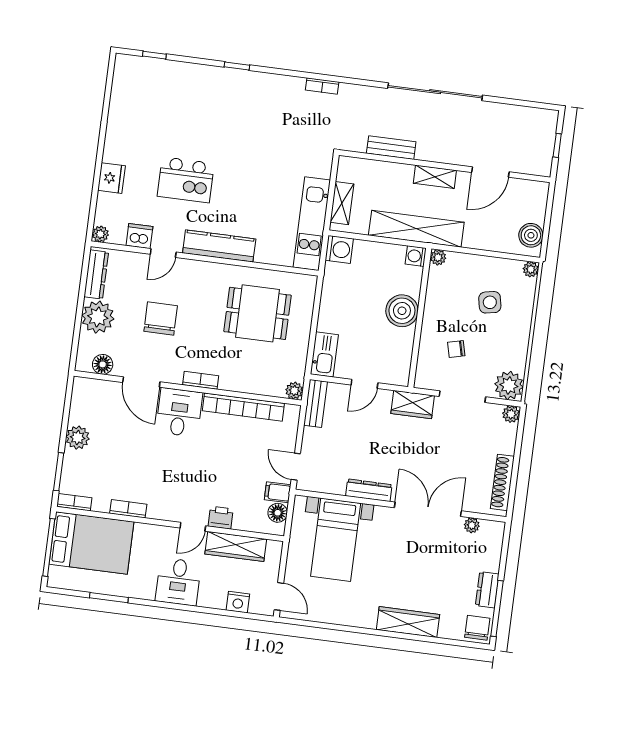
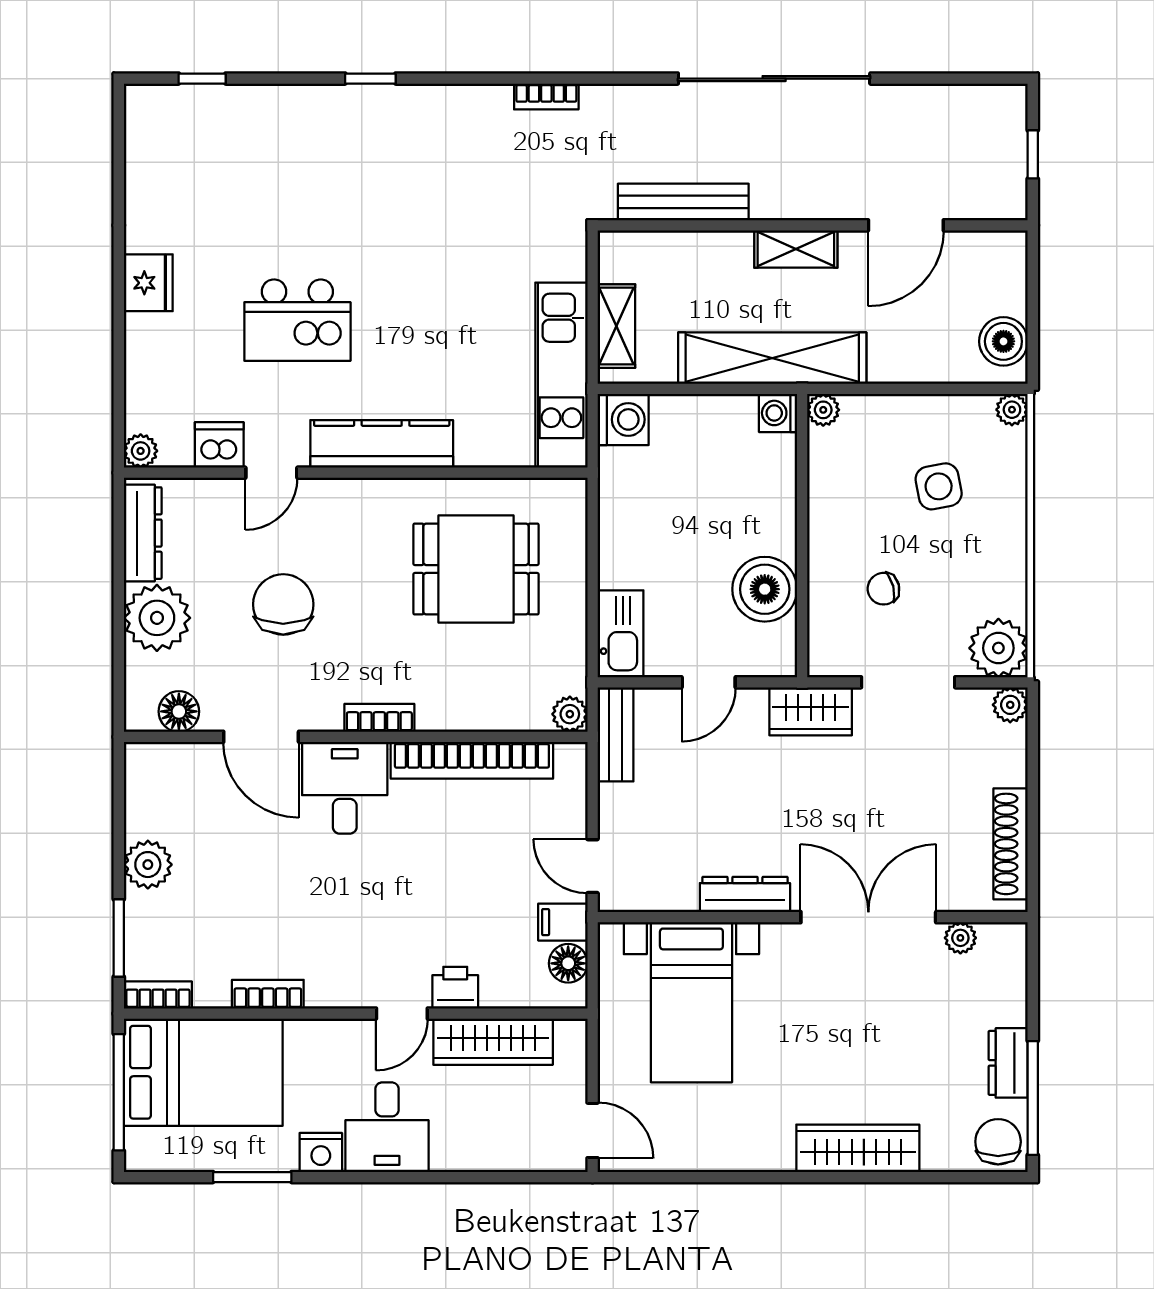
bench: (391, 148) -> (683, 202), width x1.36
fridge: (112, 178) -> (148, 283), moved
boiler: (402, 311) -> (765, 589), moved
nightstand: (238, 602) -> (321, 1152), moved

